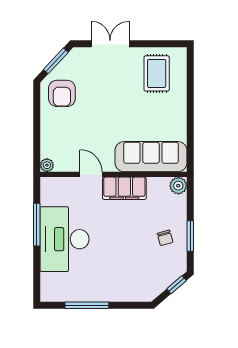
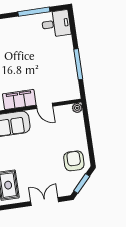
double door: (110, 44) -> (45, 202), swing flipped
desk: (64, 239) -> (56, 24), moved, width x0.53, depth x0.77

